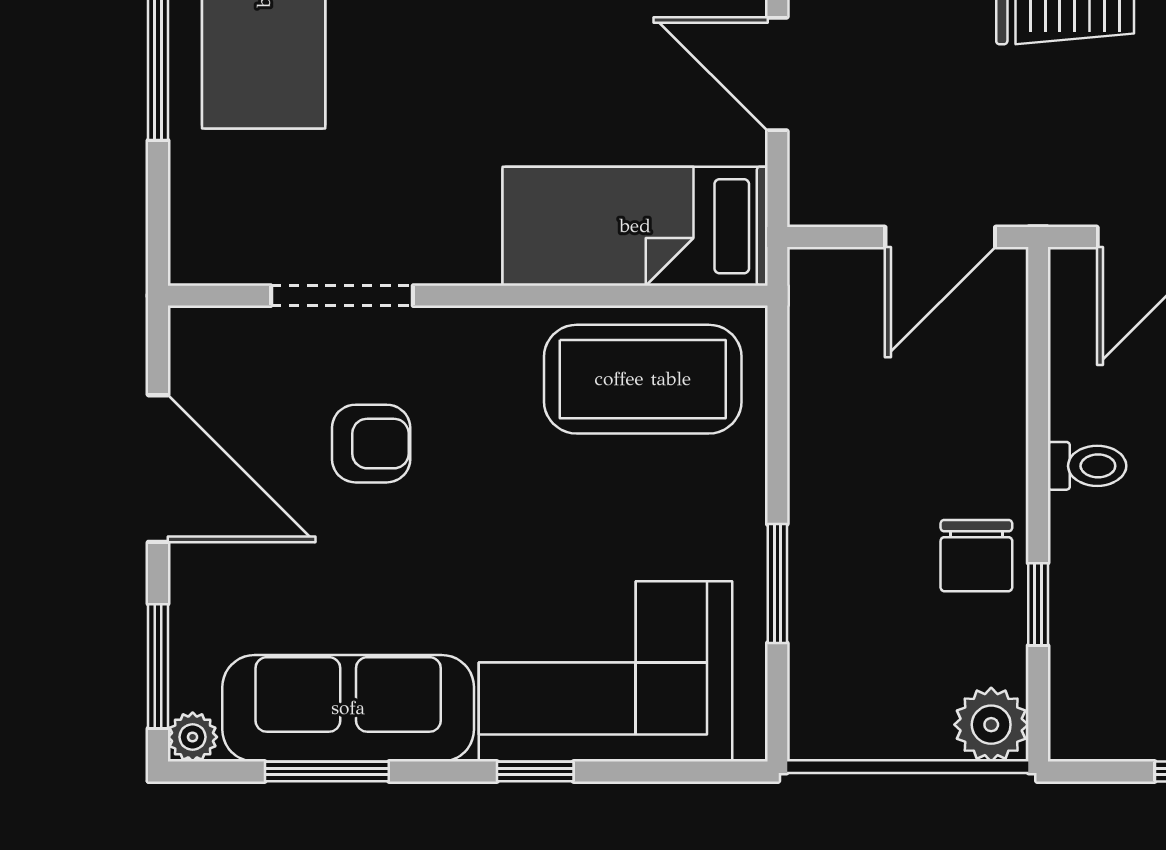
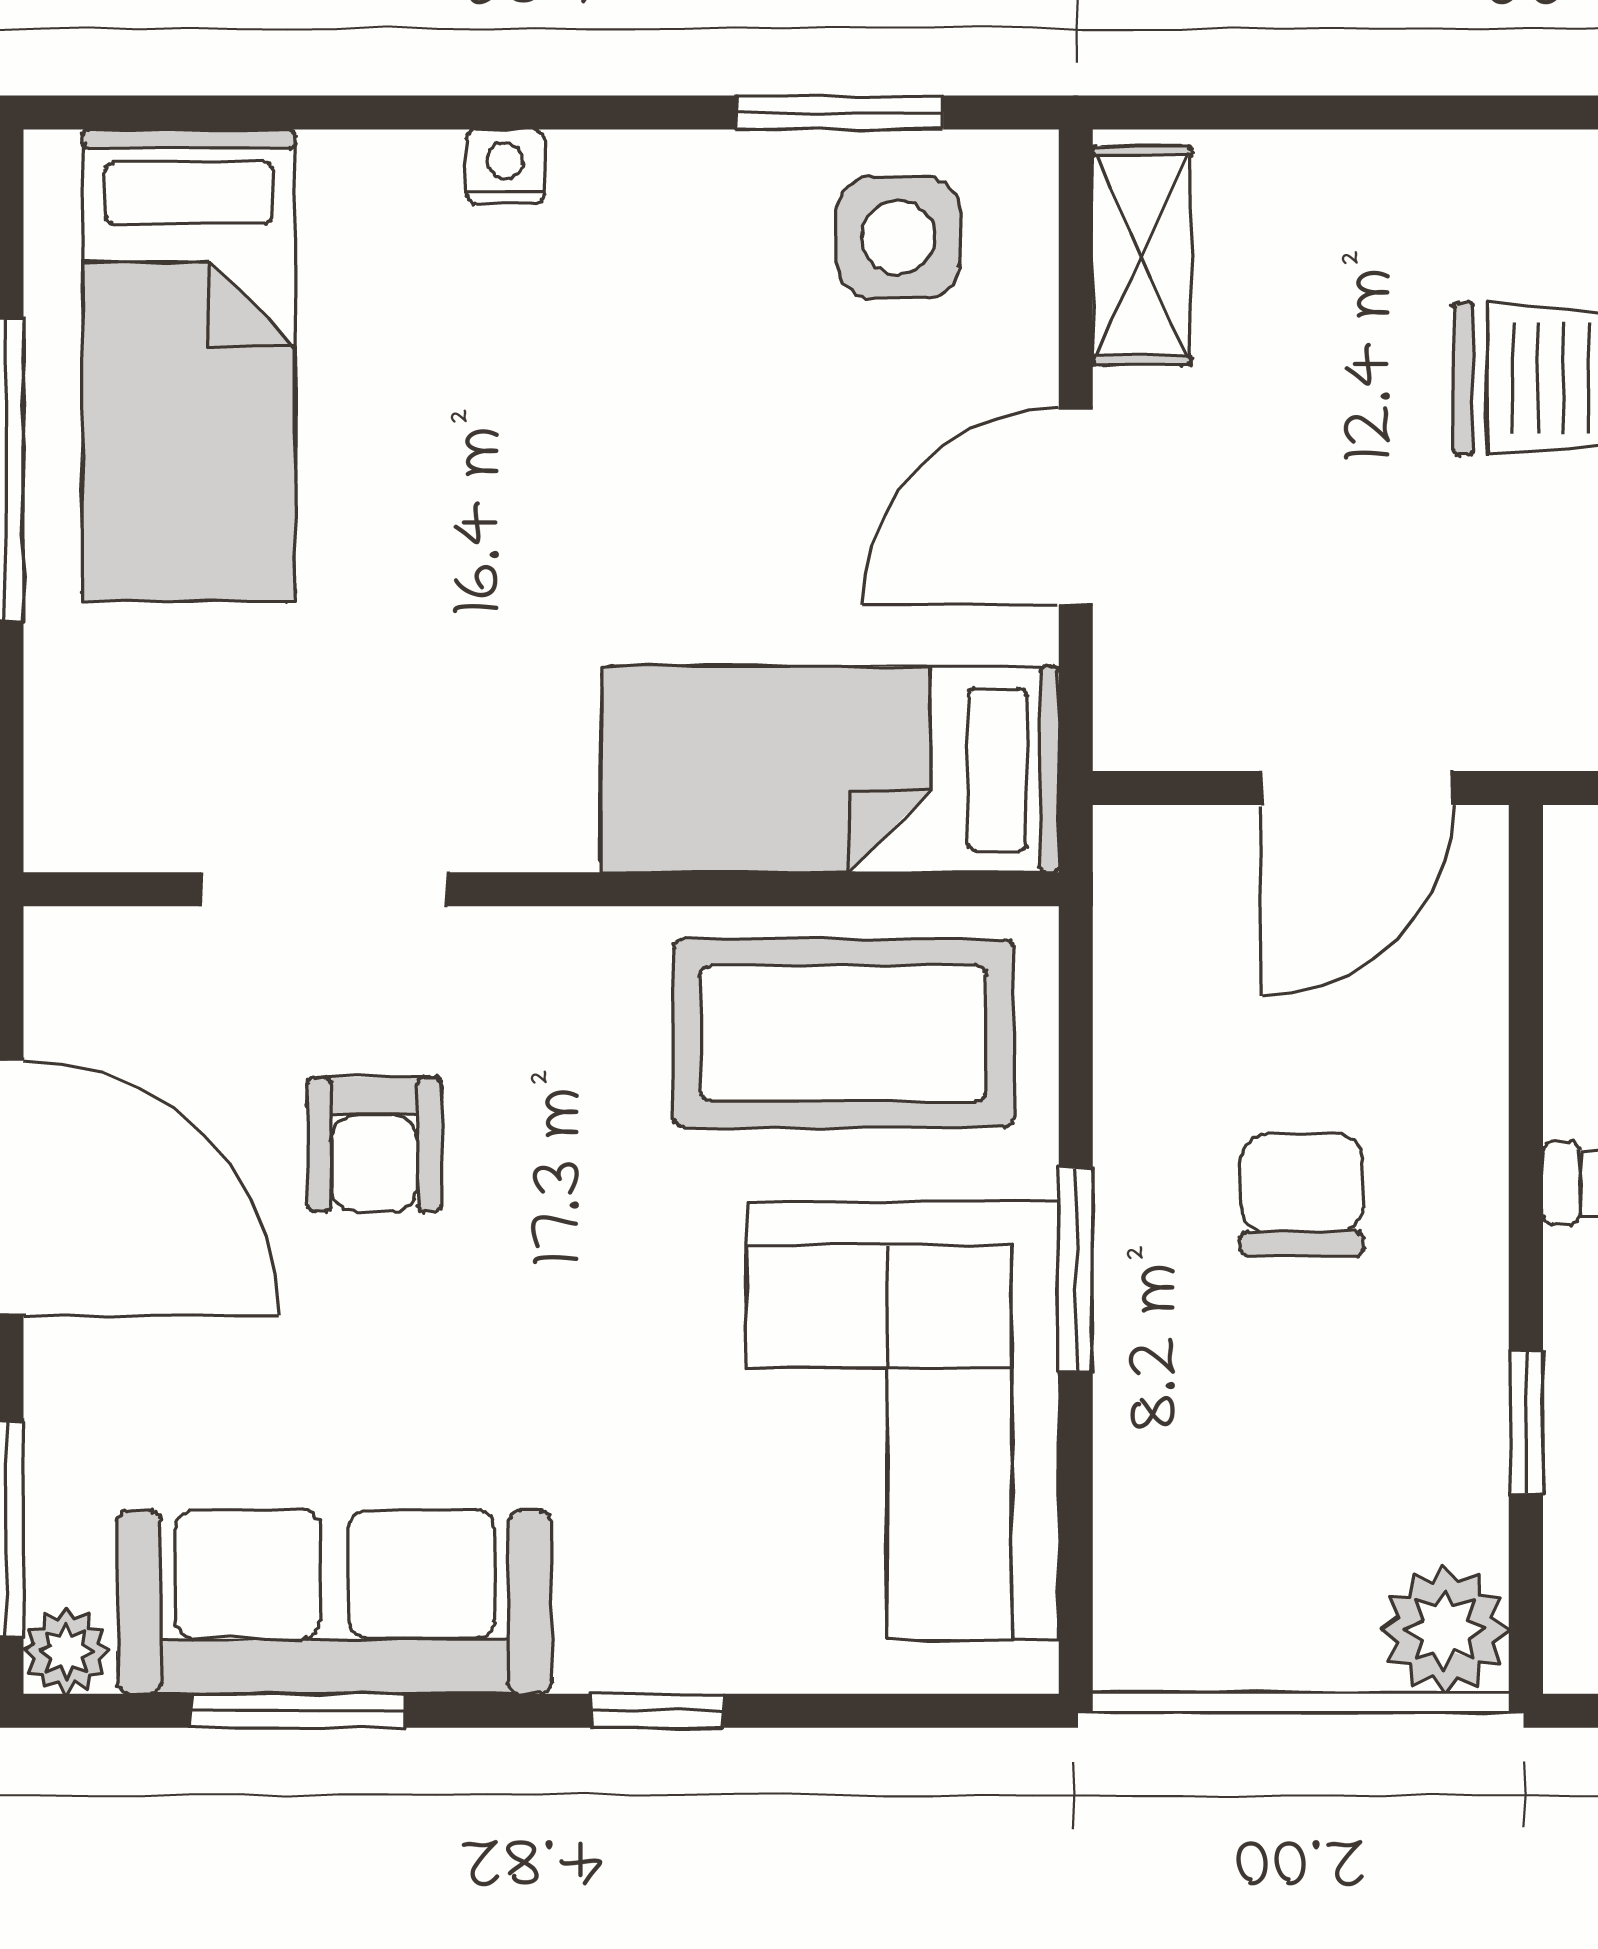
door: (777, 74) -> (1076, 507), hinge flipped
armchair: (371, 444) -> (374, 1145), turned 90
chair: (976, 556) -> (1302, 1195), moved, turned 180
window: (777, 584) -> (1076, 1270), moved
corner sofa: (606, 671) -> (903, 1420), moved, turned -90

